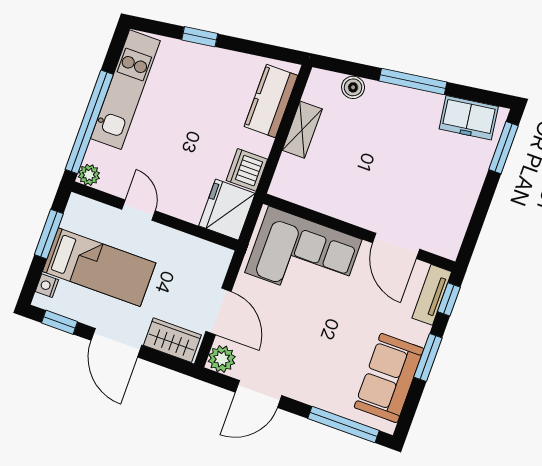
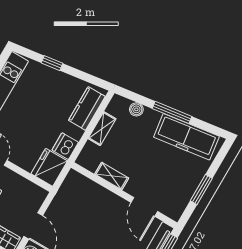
freezer: (469, 118) -> (186, 137), width x1.91, depth x1.26
window: (503, 148) -> (201, 189), moved
shelving: (333, 205) -> (112, 176), added
corner sofa: (303, 256) -> (89, 203), removed

